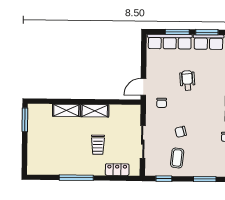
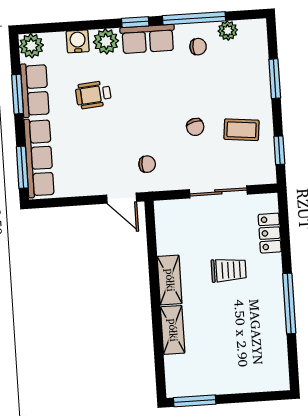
window: (177, 32) -> (22, 167), moved
wheelchair: (187, 80) -> (93, 95), moved

